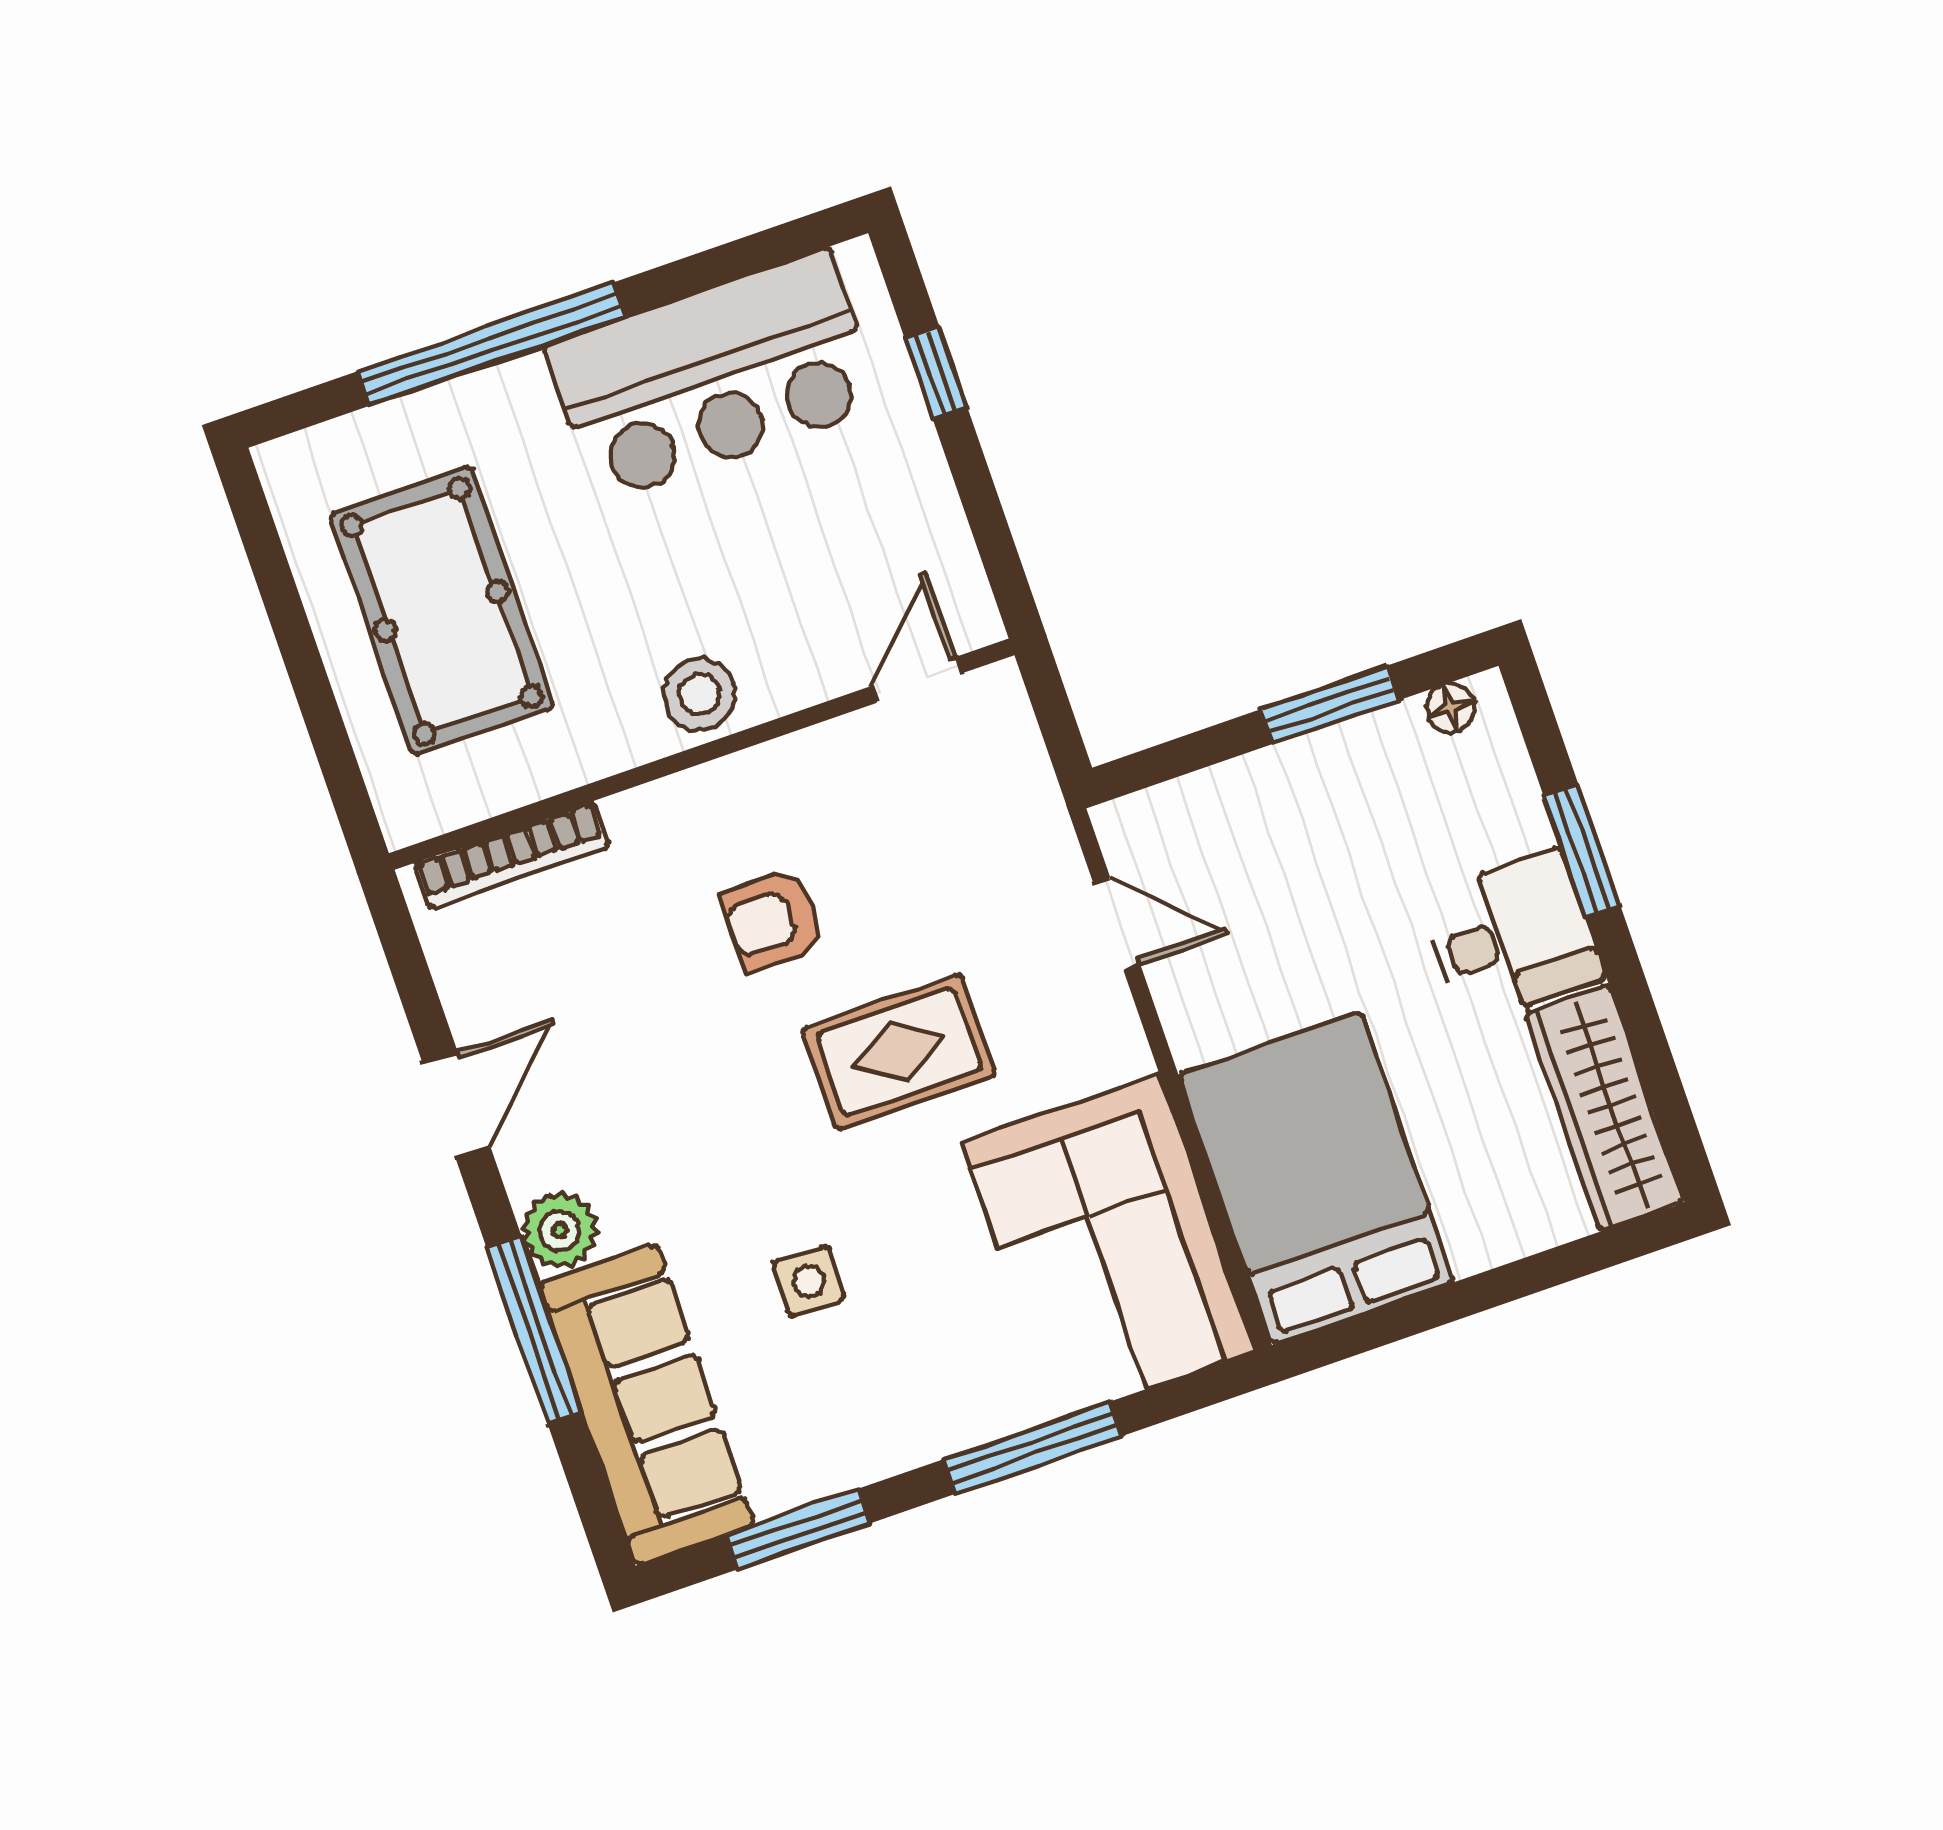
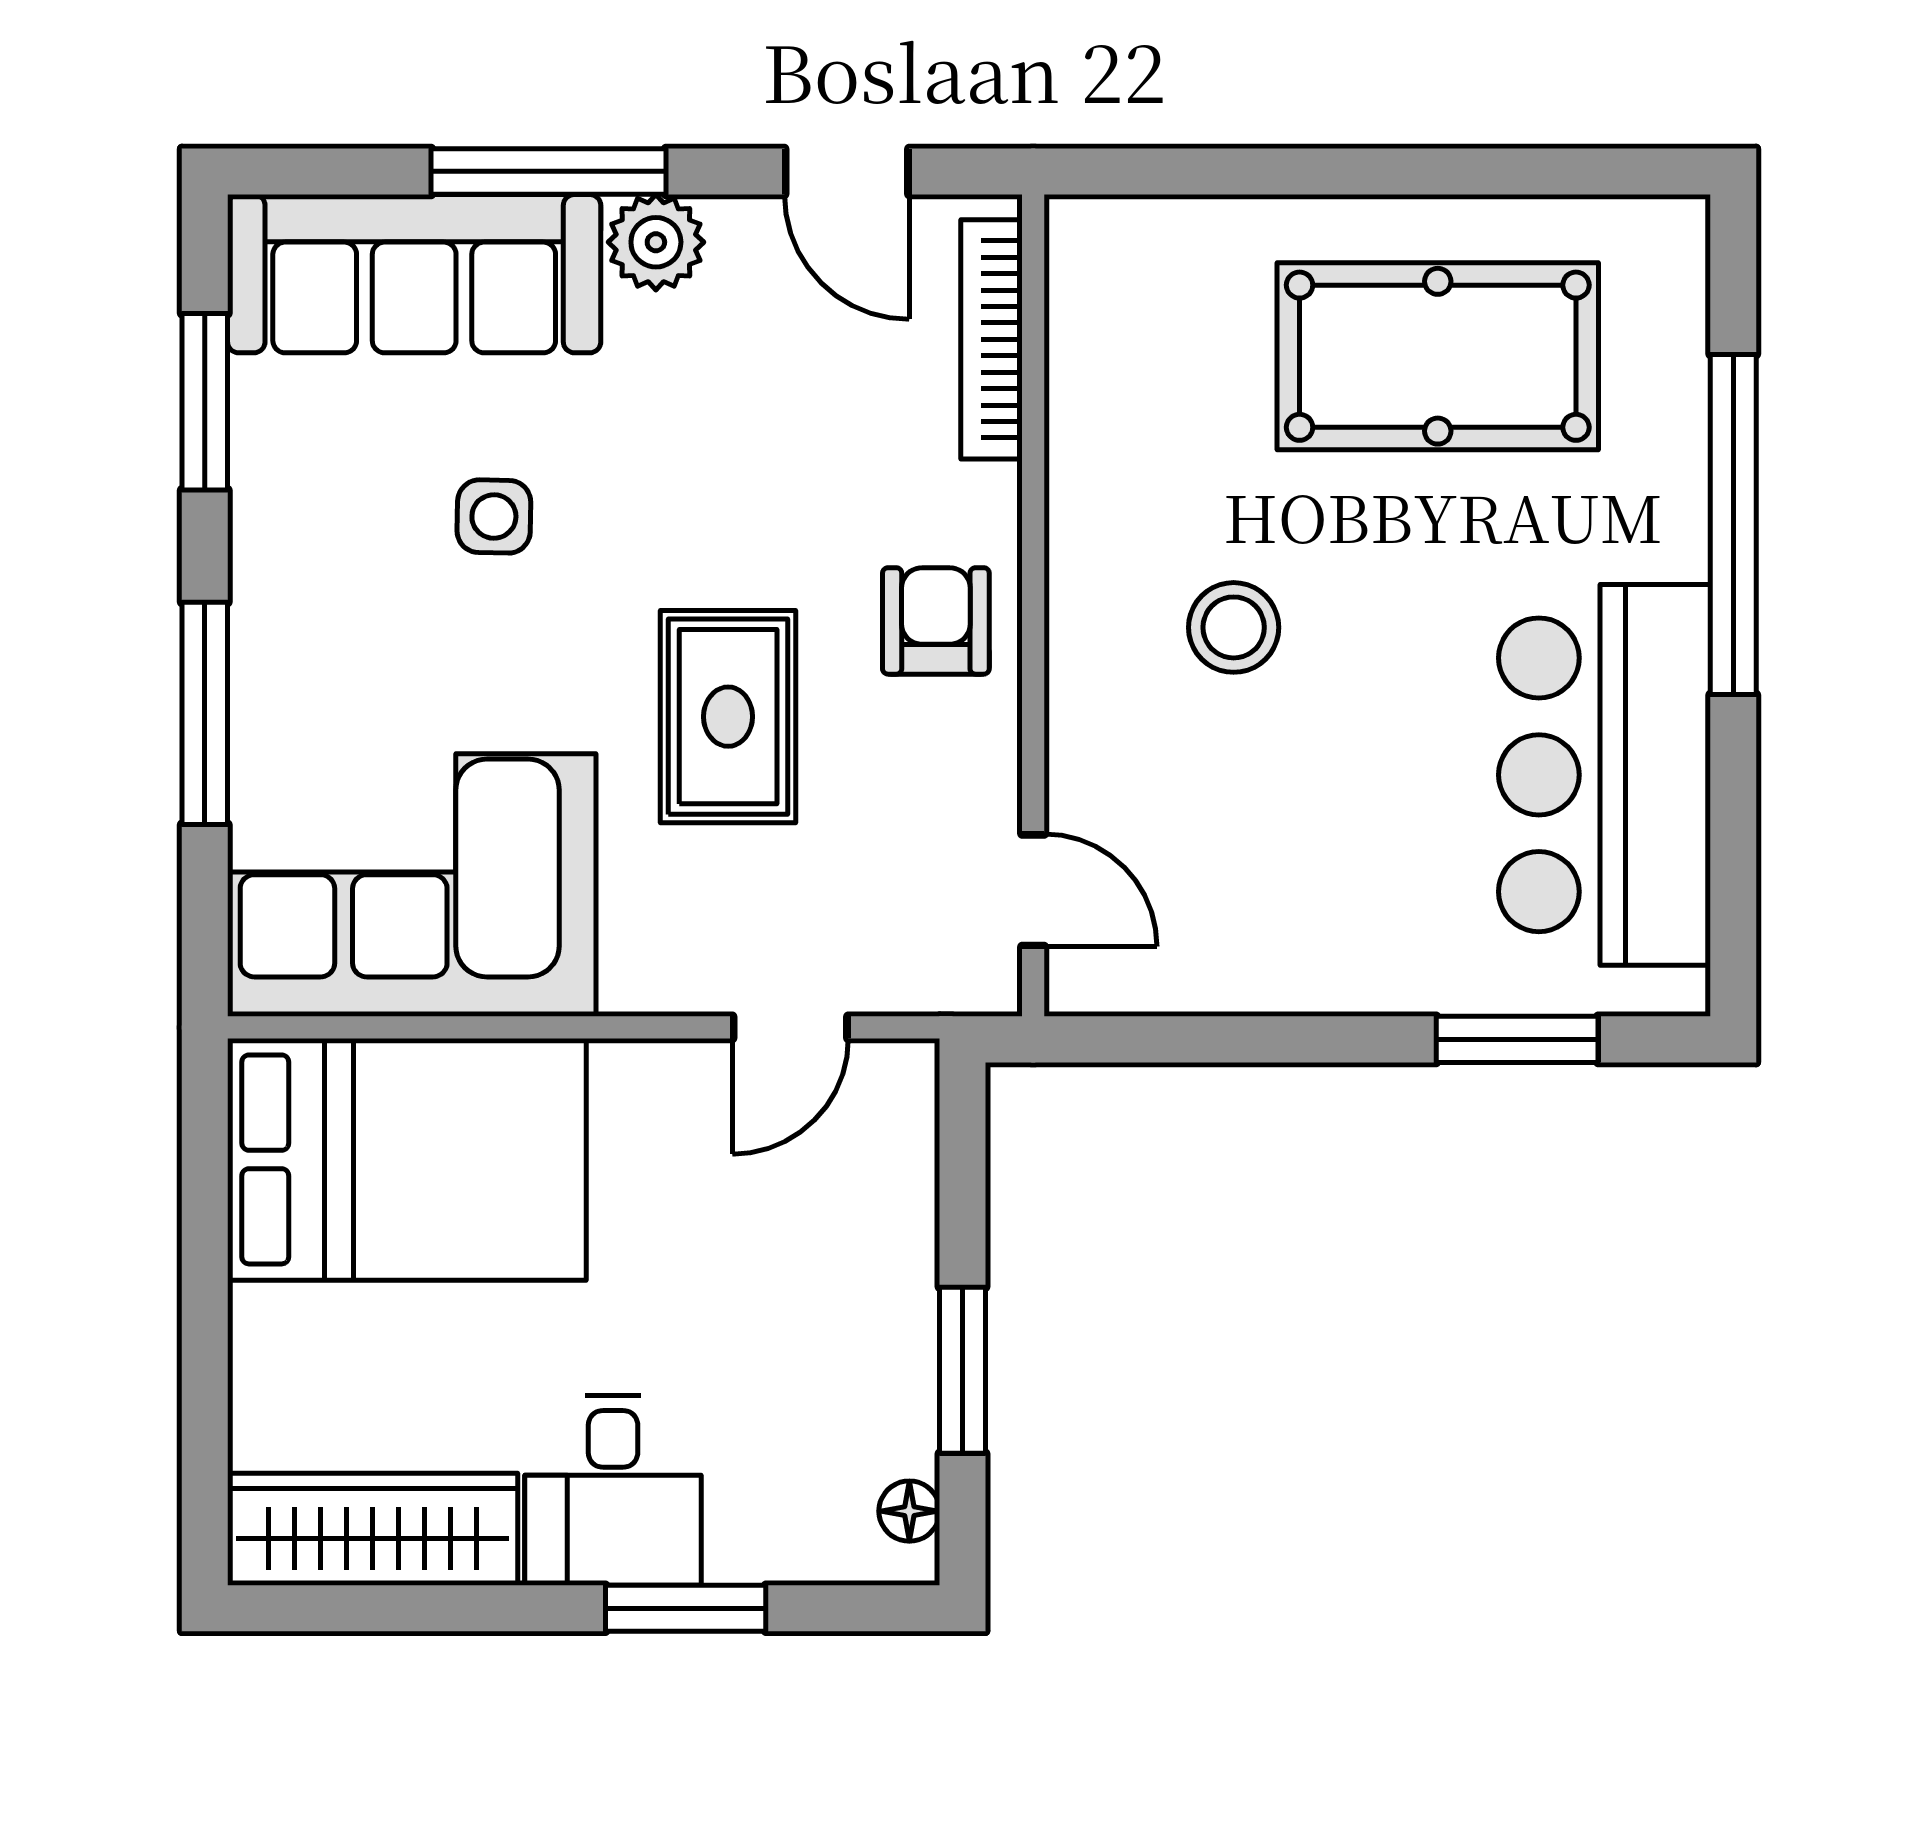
window: (936, 373) -> (1517, 1039), width x1.50
door: (916, 680) -> (1033, 890), moved
wall: (702, 754) -> (1033, 605), moved
bookcase: (512, 855) -> (992, 339), moved

